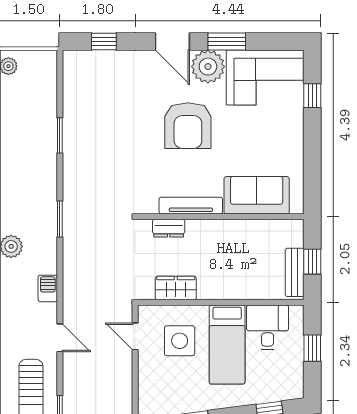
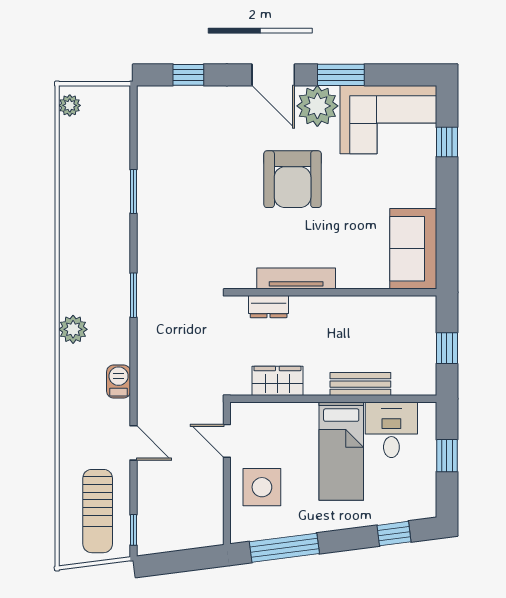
sofa: (257, 195) -> (413, 249), moved, turned -90
bench: (295, 272) -> (360, 384), moved, turned 90
side table: (180, 341) -> (262, 487), moved

